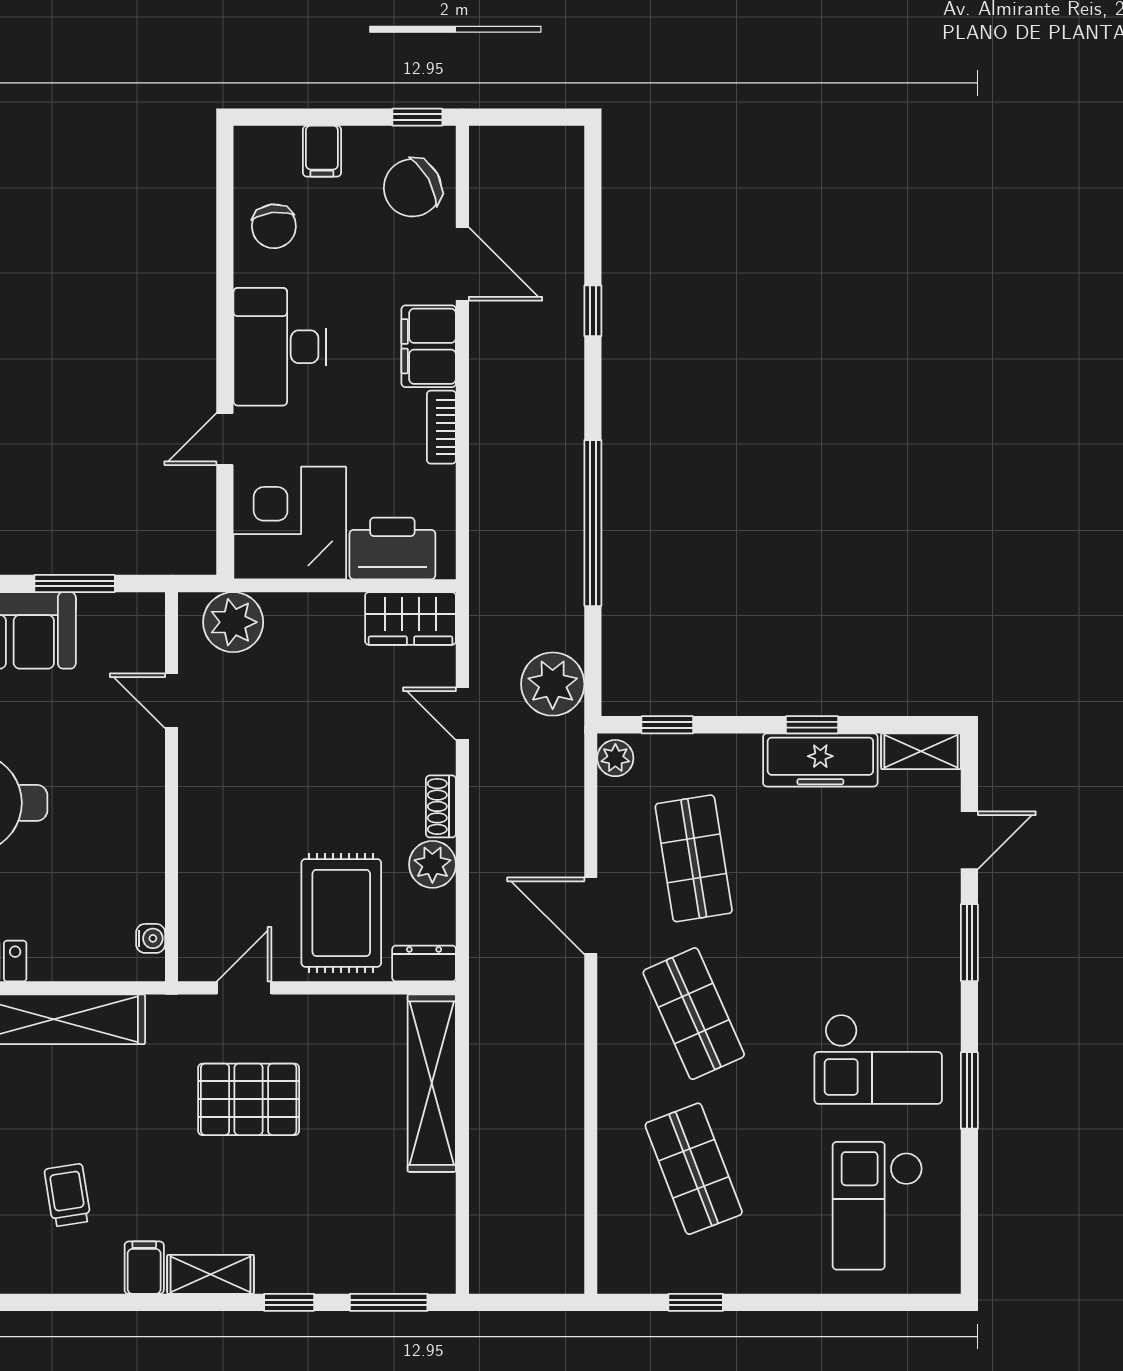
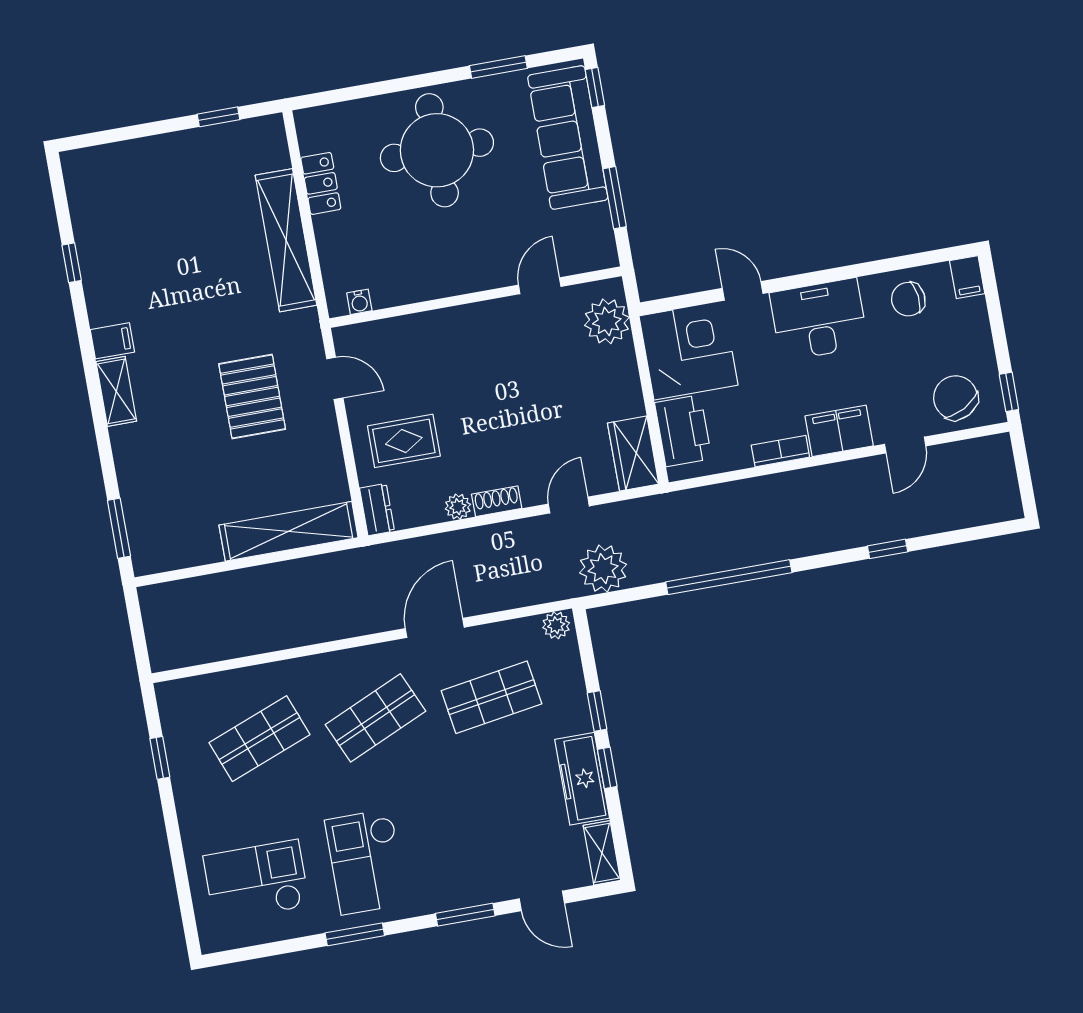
filing cabinet: (322, 151) -> (967, 277), moved, turned -90
door: (462, 264) -> (905, 445), width x0.73
window: (667, 725) -> (597, 711), moved
plant: (432, 864) -> (458, 507), width x0.73, depth x0.73
rug: (341, 913) -> (404, 441), width x0.73, depth x0.70
trolley: (68, 1195) -> (156, 274), removed
window: (289, 1302) -> (72, 263), moved

